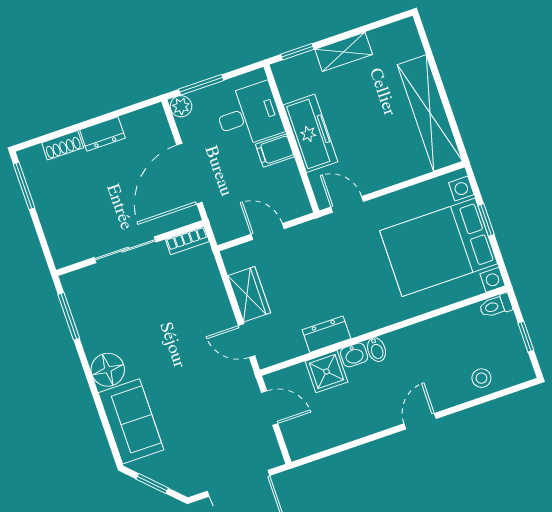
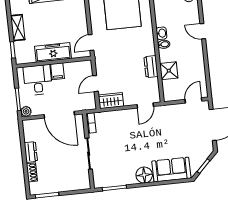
wardrobe: (249, 294) -> (111, 101), moved
washbasin: (354, 355) -> (161, 33), moved
door: (270, 408) -> (193, 100), moved

